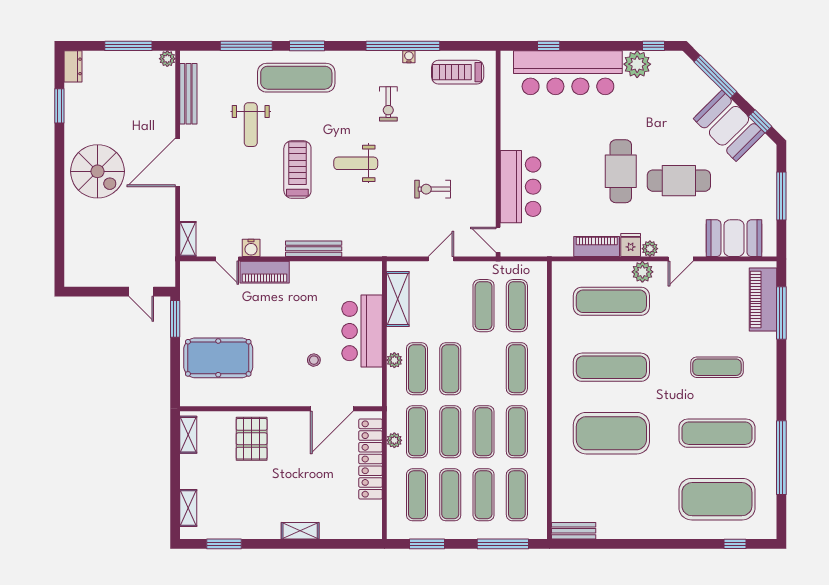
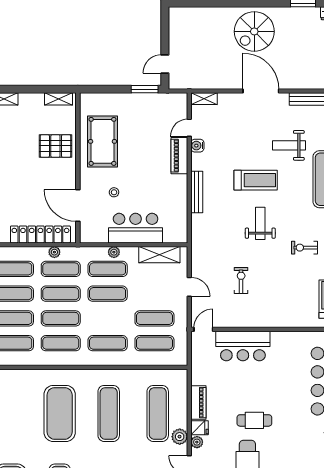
cafe table: (621, 171) -> (254, 420), width x0.73, depth x0.74
pool table: (218, 358) -> (102, 141), moved

